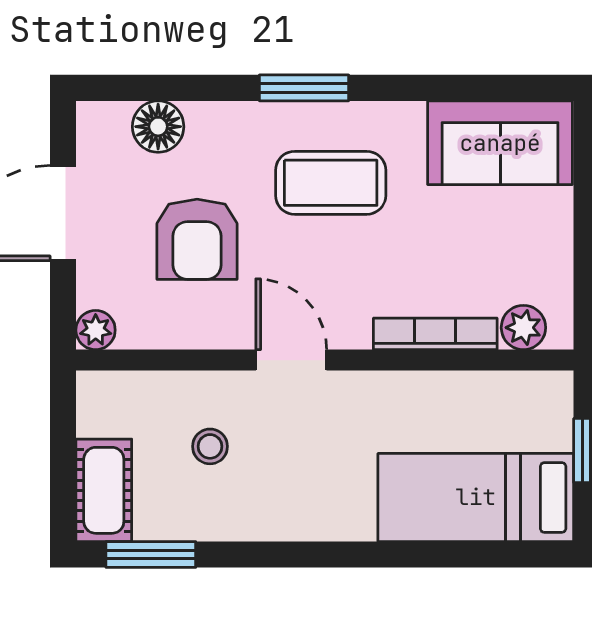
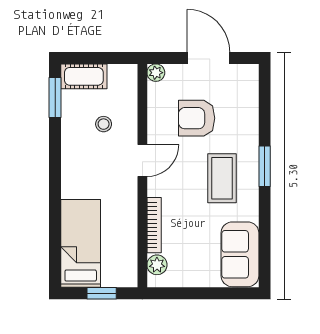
floor lamp: (158, 127) -> (247, 101), removed

